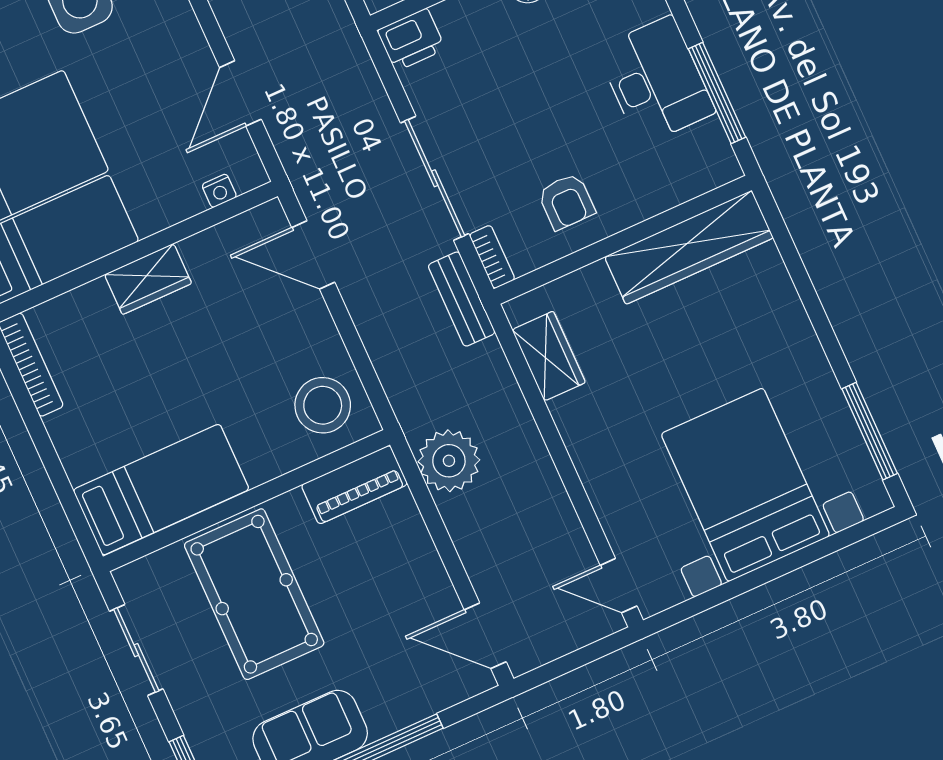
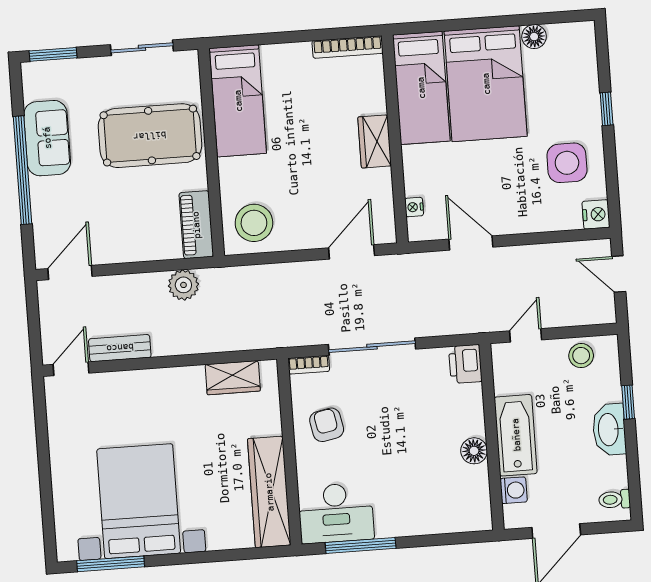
desk: (656, 81) -> (336, 513), moved
armchair: (566, 202) -> (327, 425), turned 79
bench: (462, 299) -> (120, 348), moved
plant: (449, 461) -> (183, 285), width x0.73, depth x0.73
bed with nightstands: (745, 485) -> (139, 501), moved, turned -90

